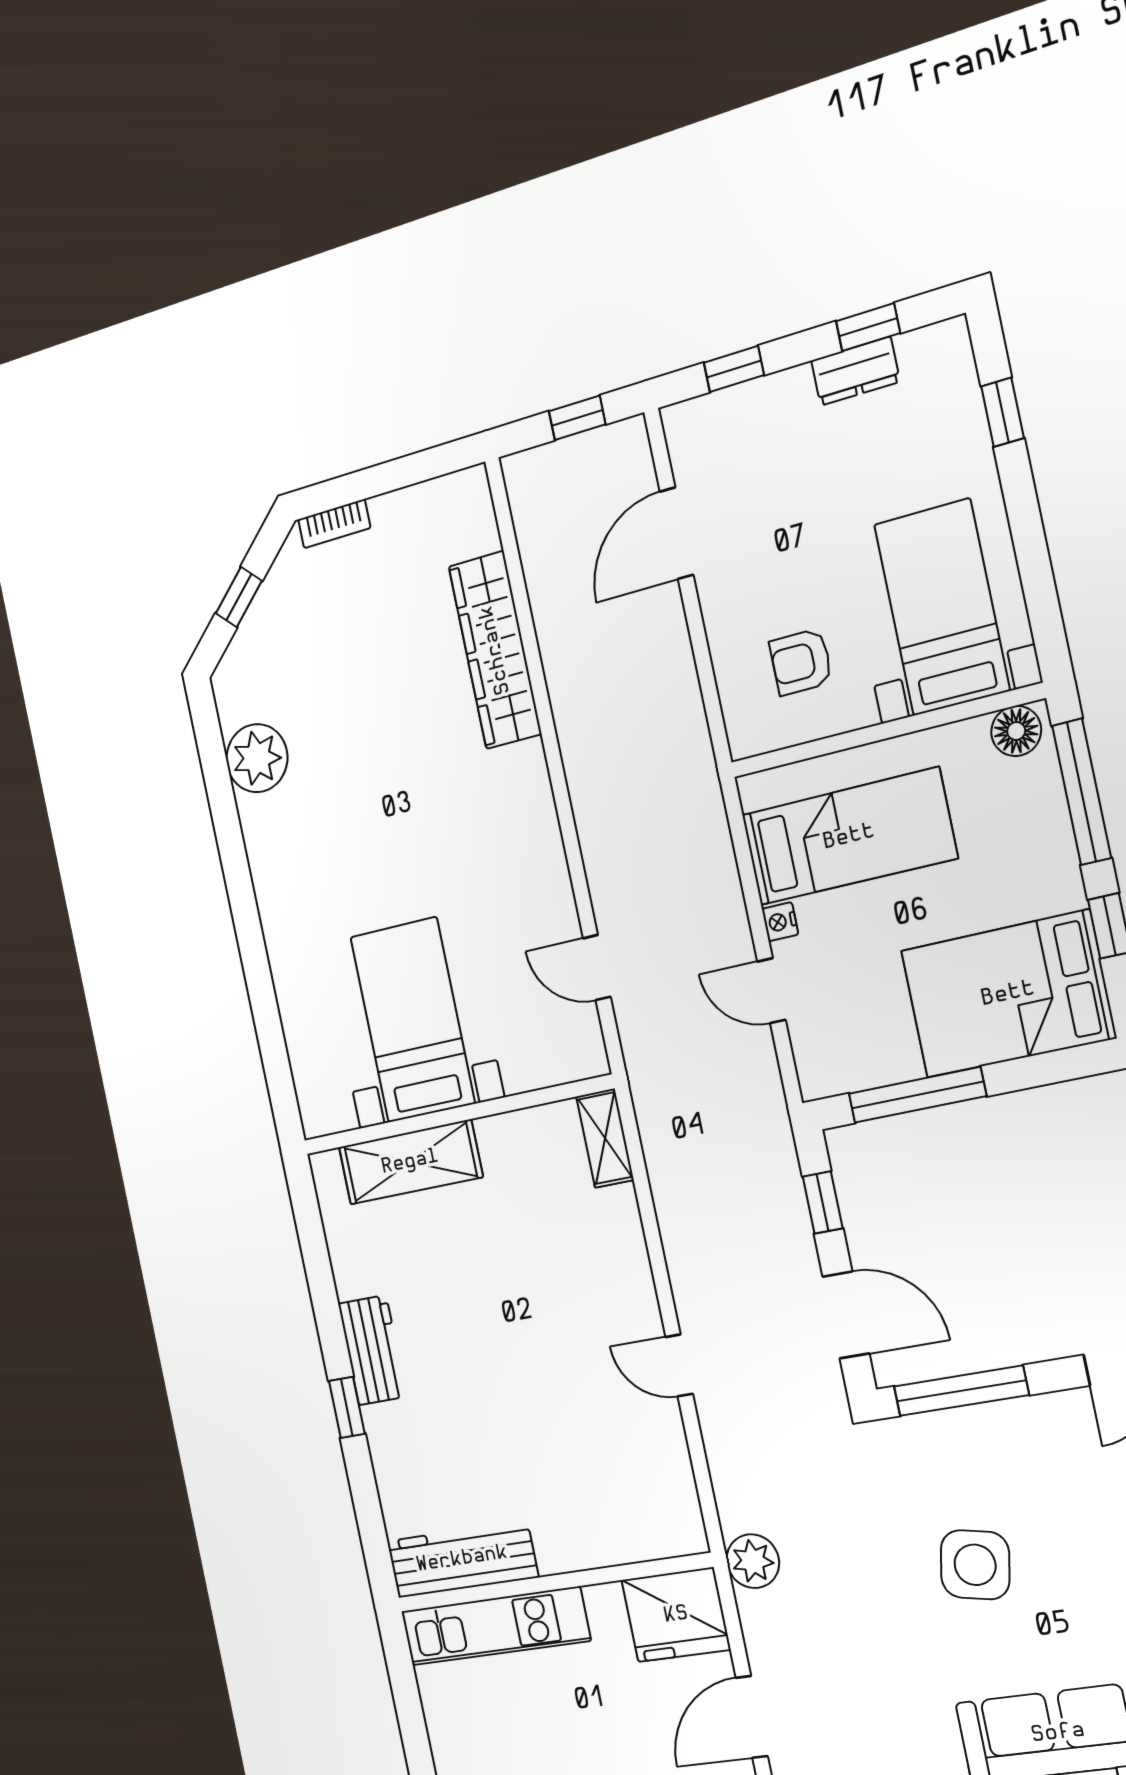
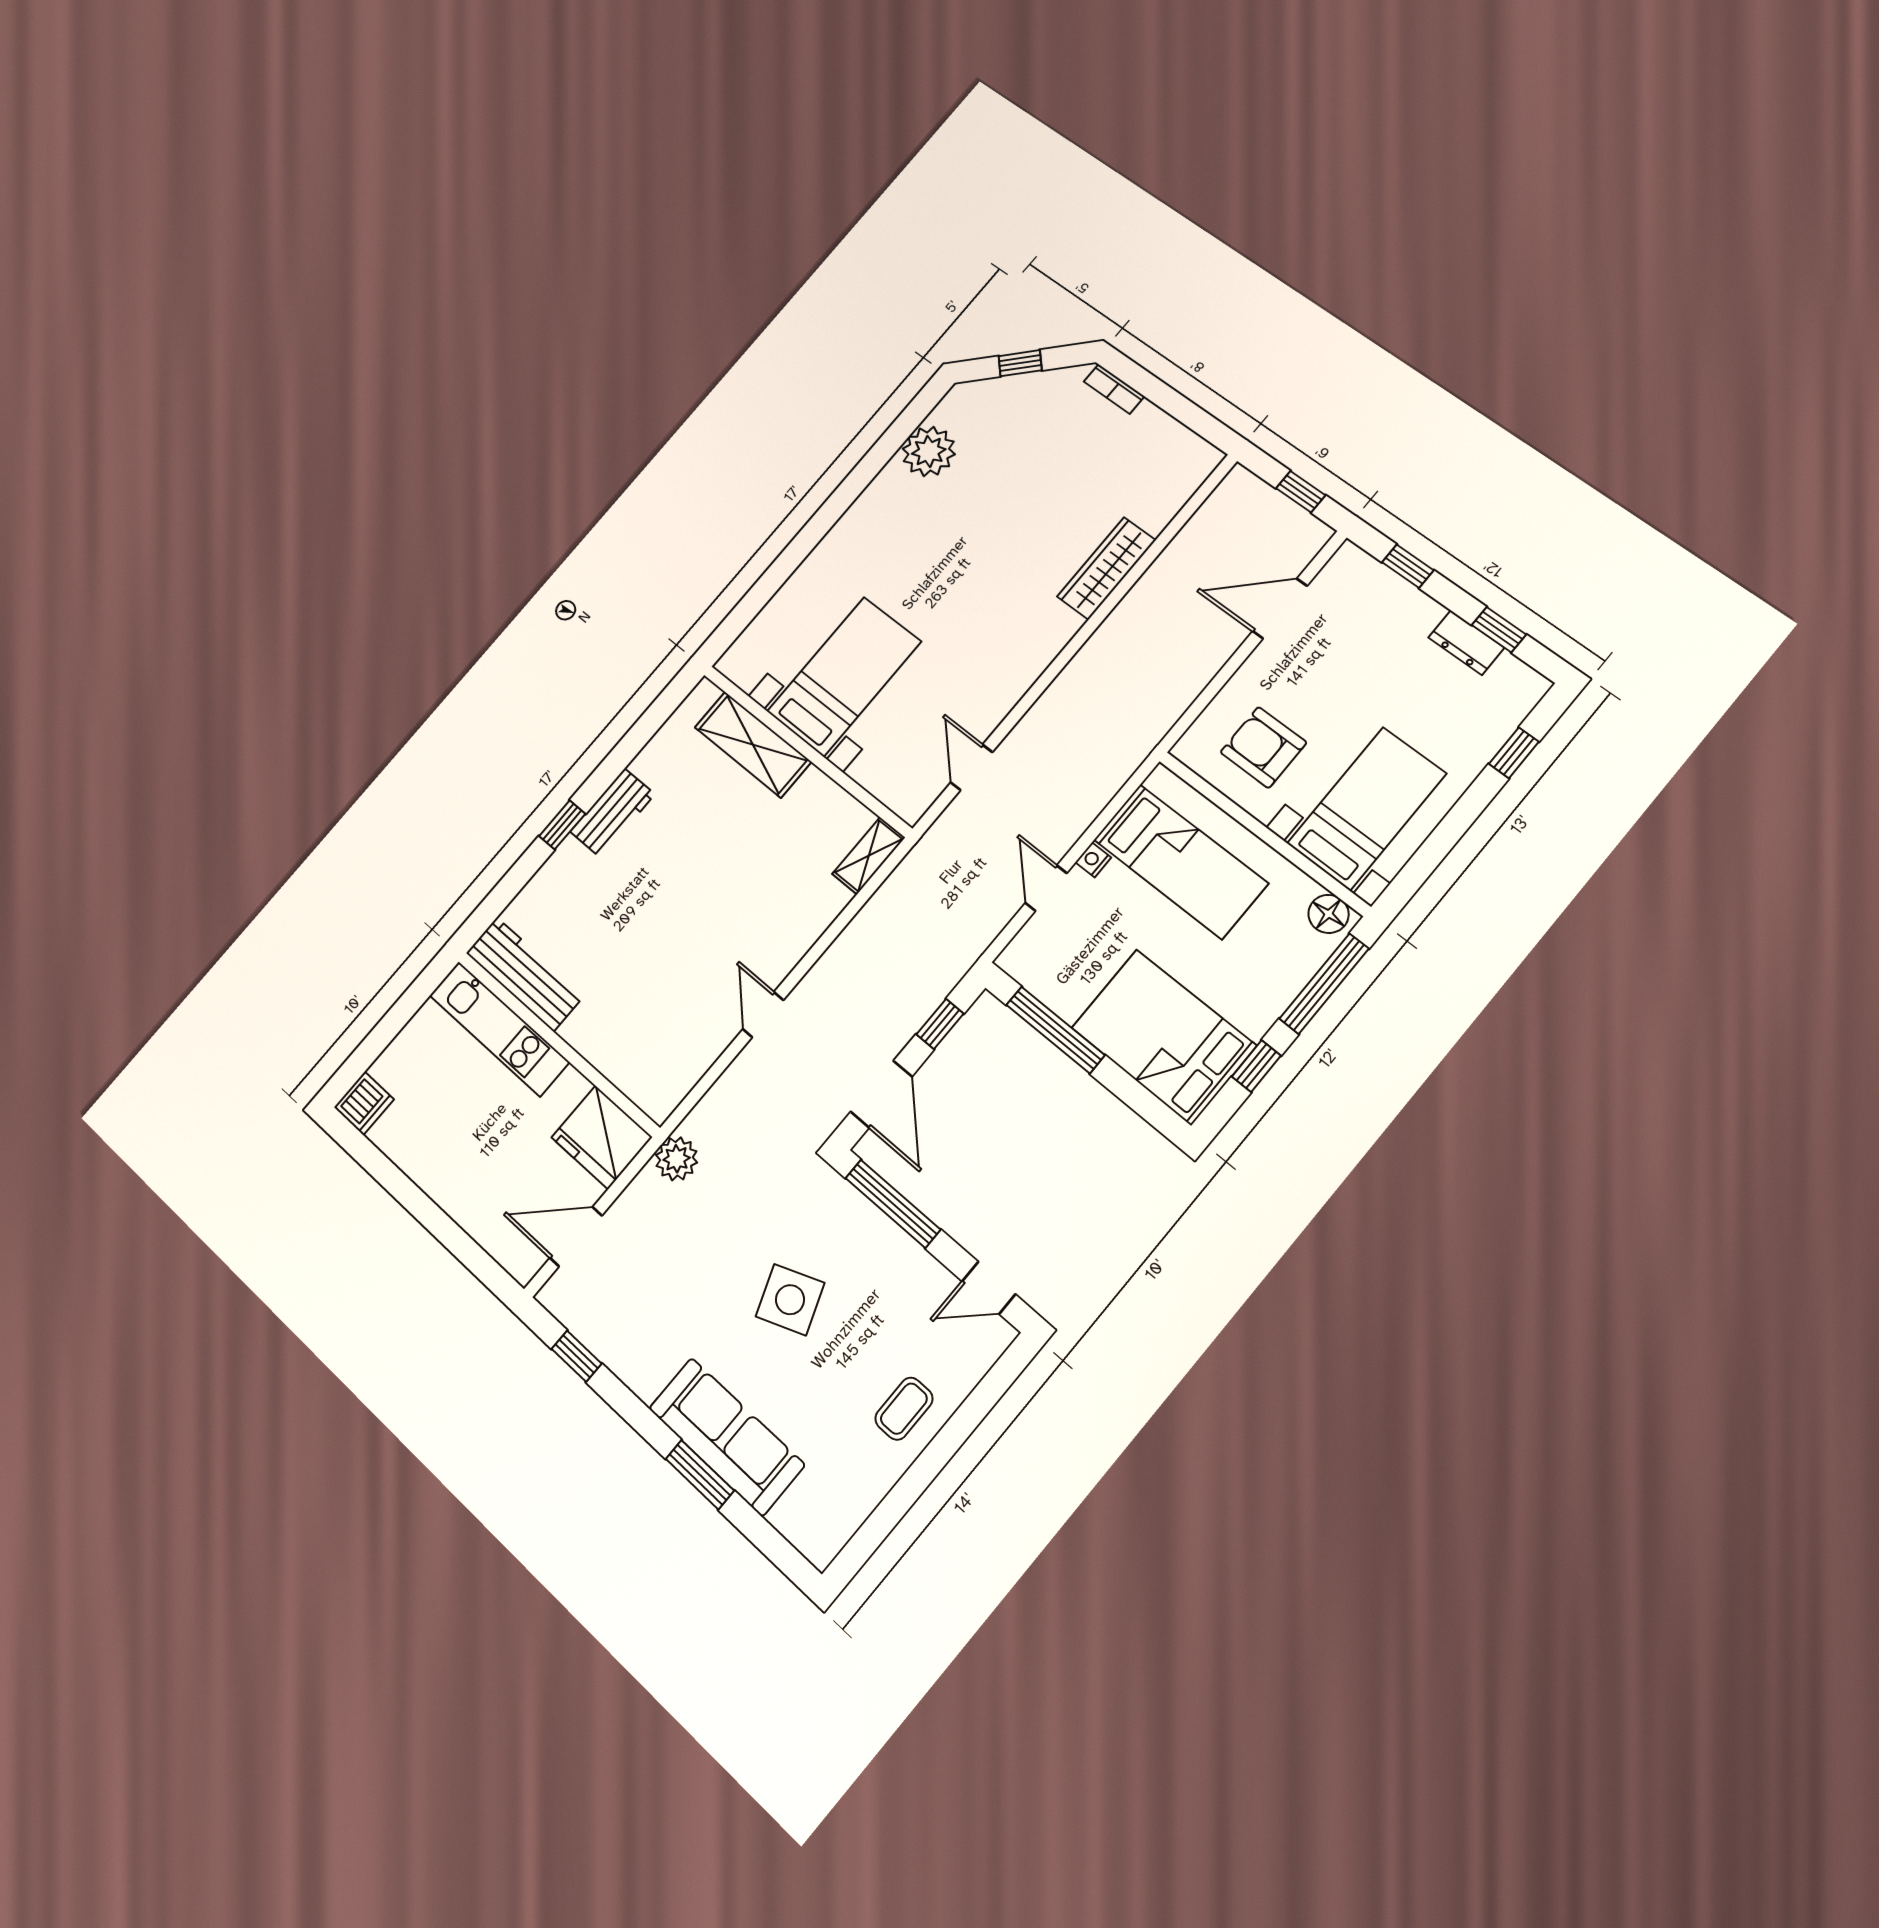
wardrobe: (495, 650) -> (1106, 568), width x0.71, depth x0.85
armchair: (801, 662) -> (1263, 747), width x1.38, depth x1.38
side table: (975, 1565) -> (790, 1300), turned -32

